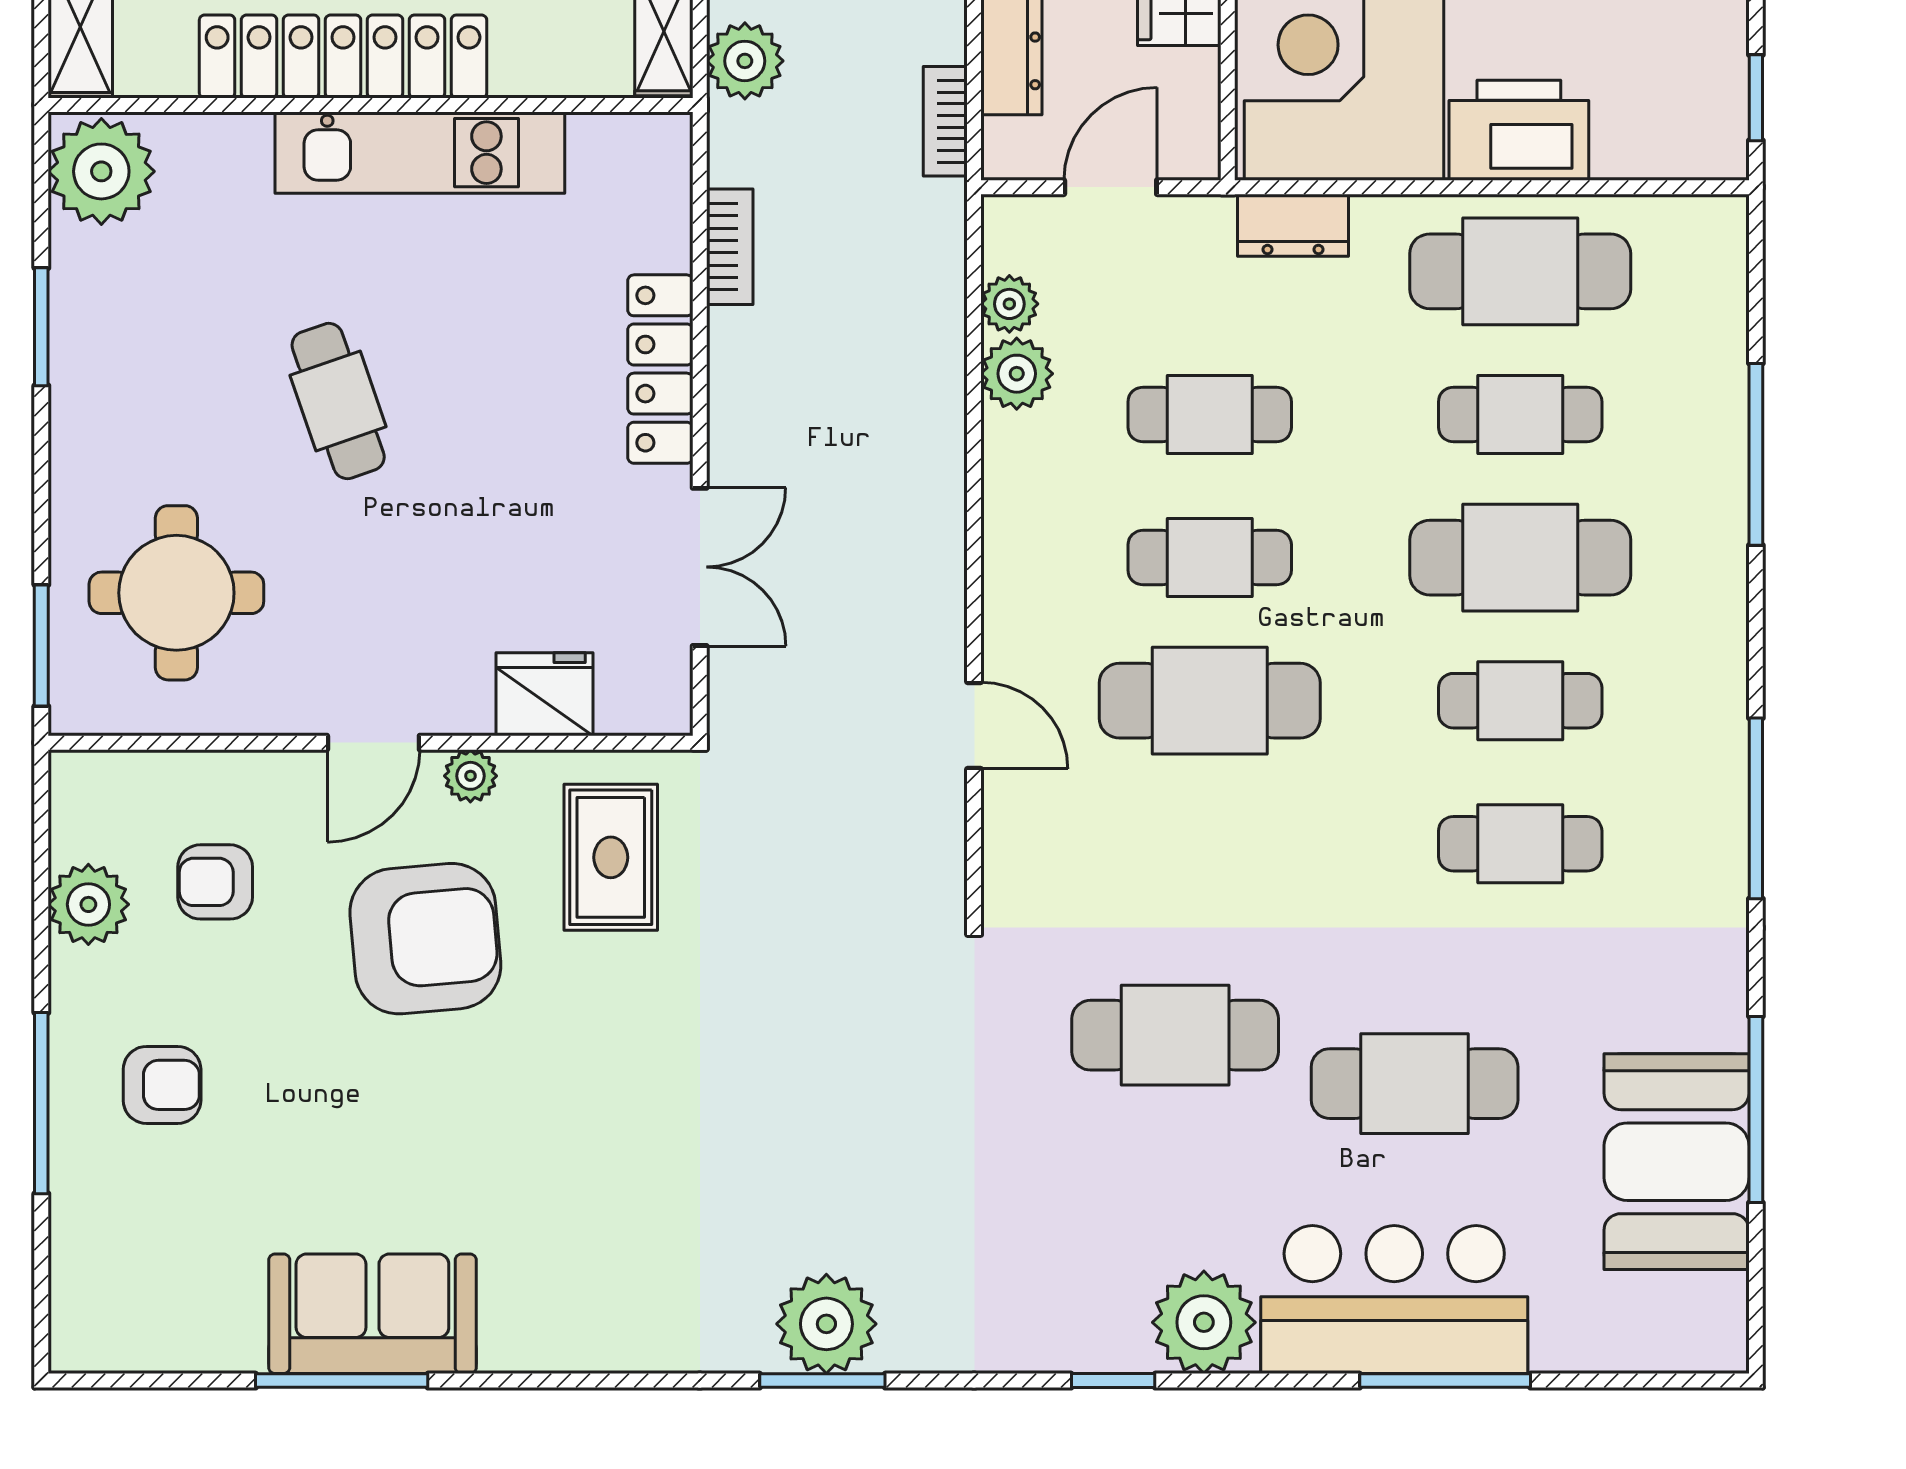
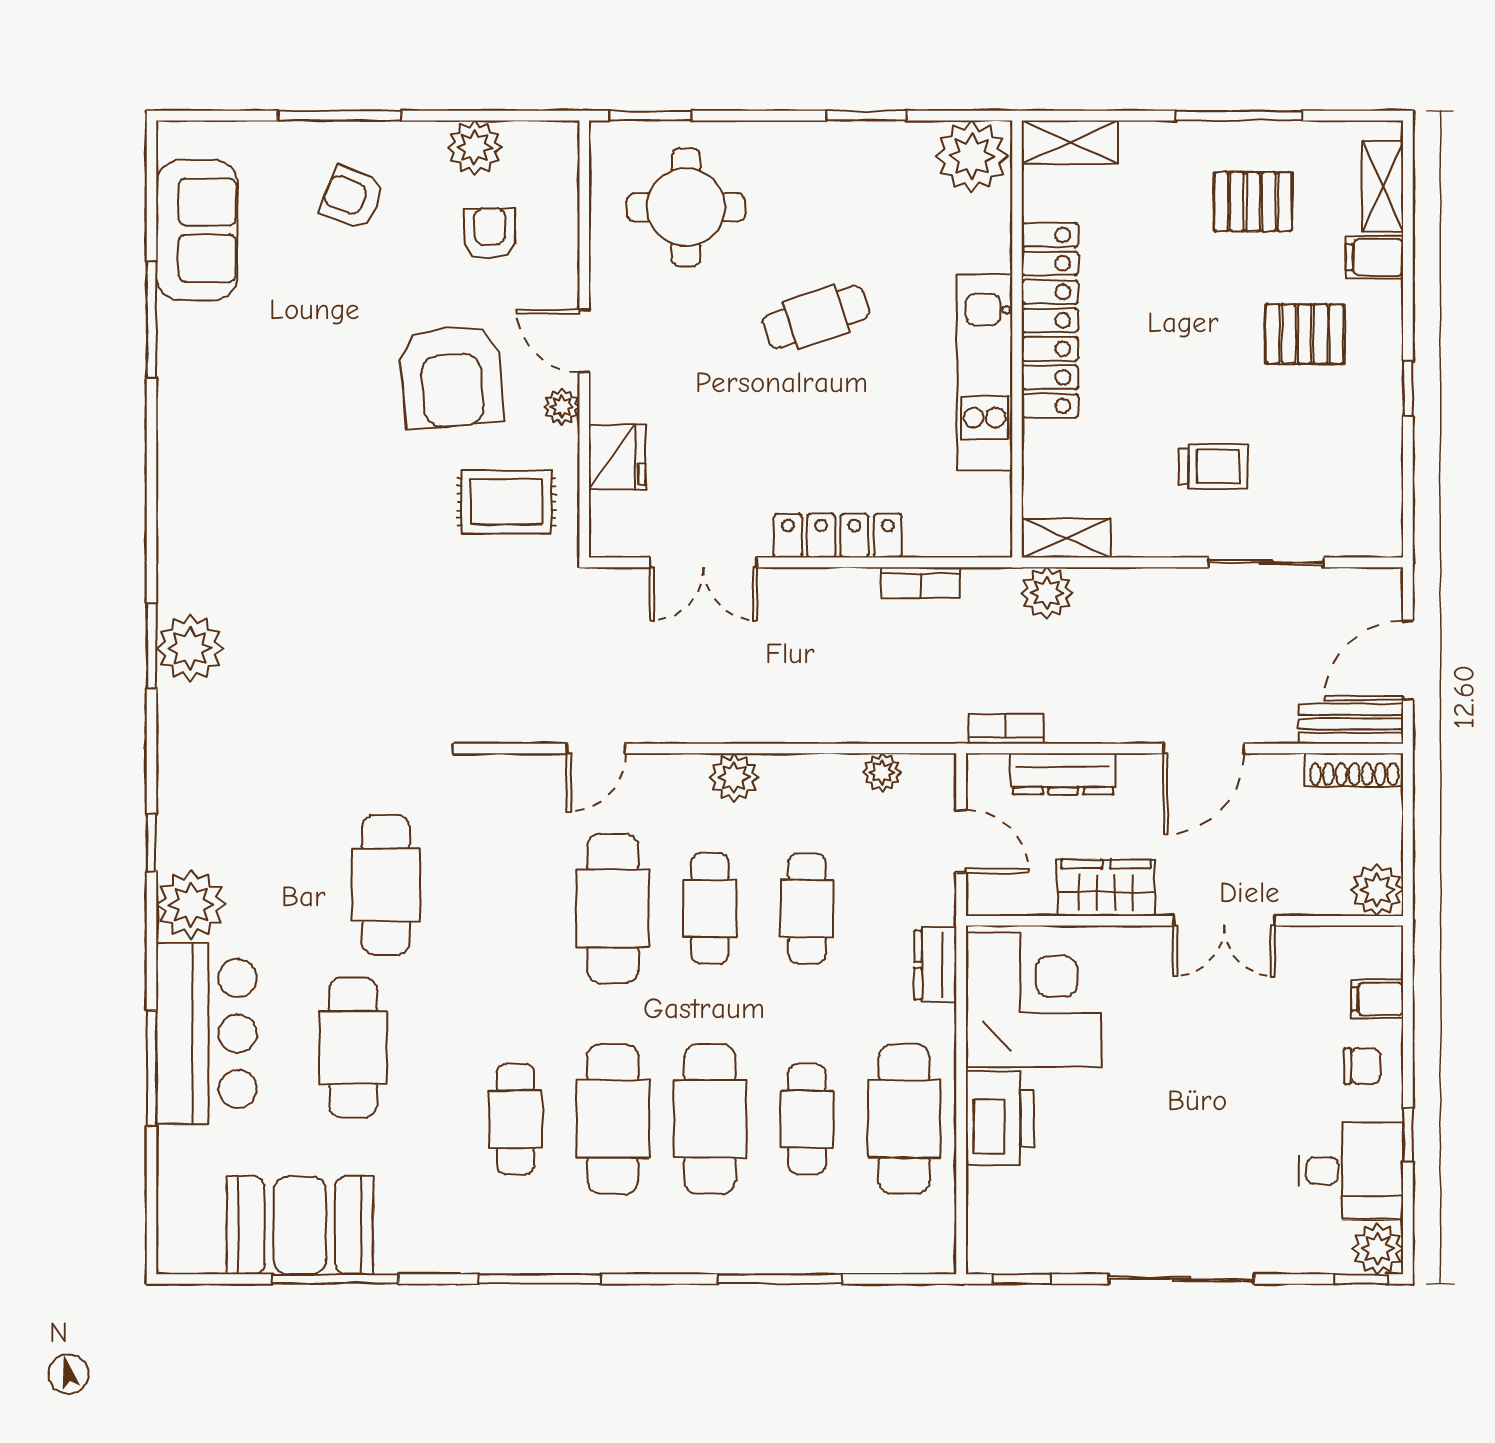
plant: (1017, 374) -> (734, 777), moved
cafe table: (1520, 701) -> (613, 1119), width x1.37, depth x1.35
armchair: (162, 1085) -> (352, 198), turned 111
sofa: (372, 1314) -> (197, 230), moved

